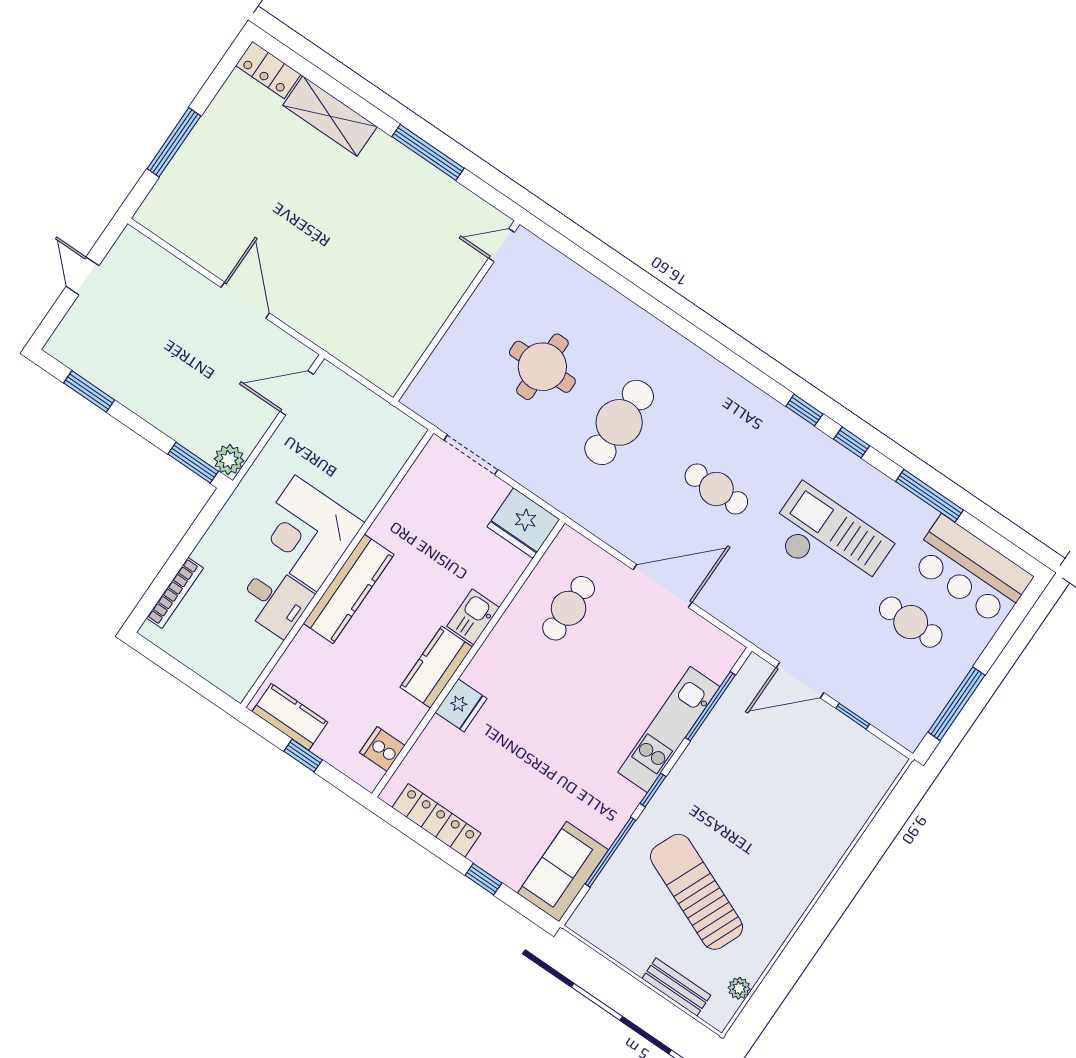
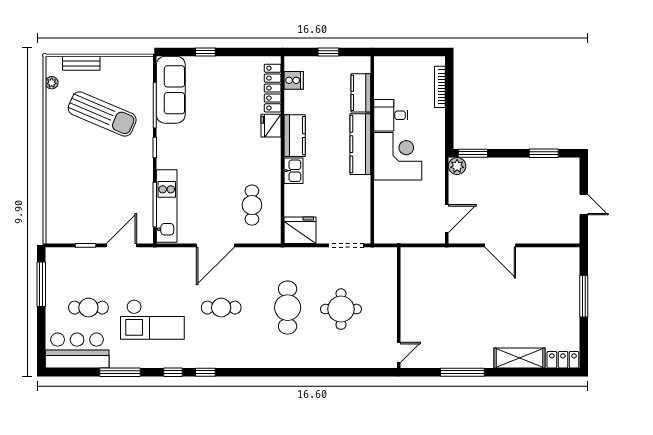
kitchen counter: (290, 717) -> (361, 93), moved, turned 90
kitchen unit: (669, 729) -> (167, 206), moved
locker: (437, 820) -> (273, 88), moved, turned 90
sofa: (563, 872) -> (171, 90), width x1.36

